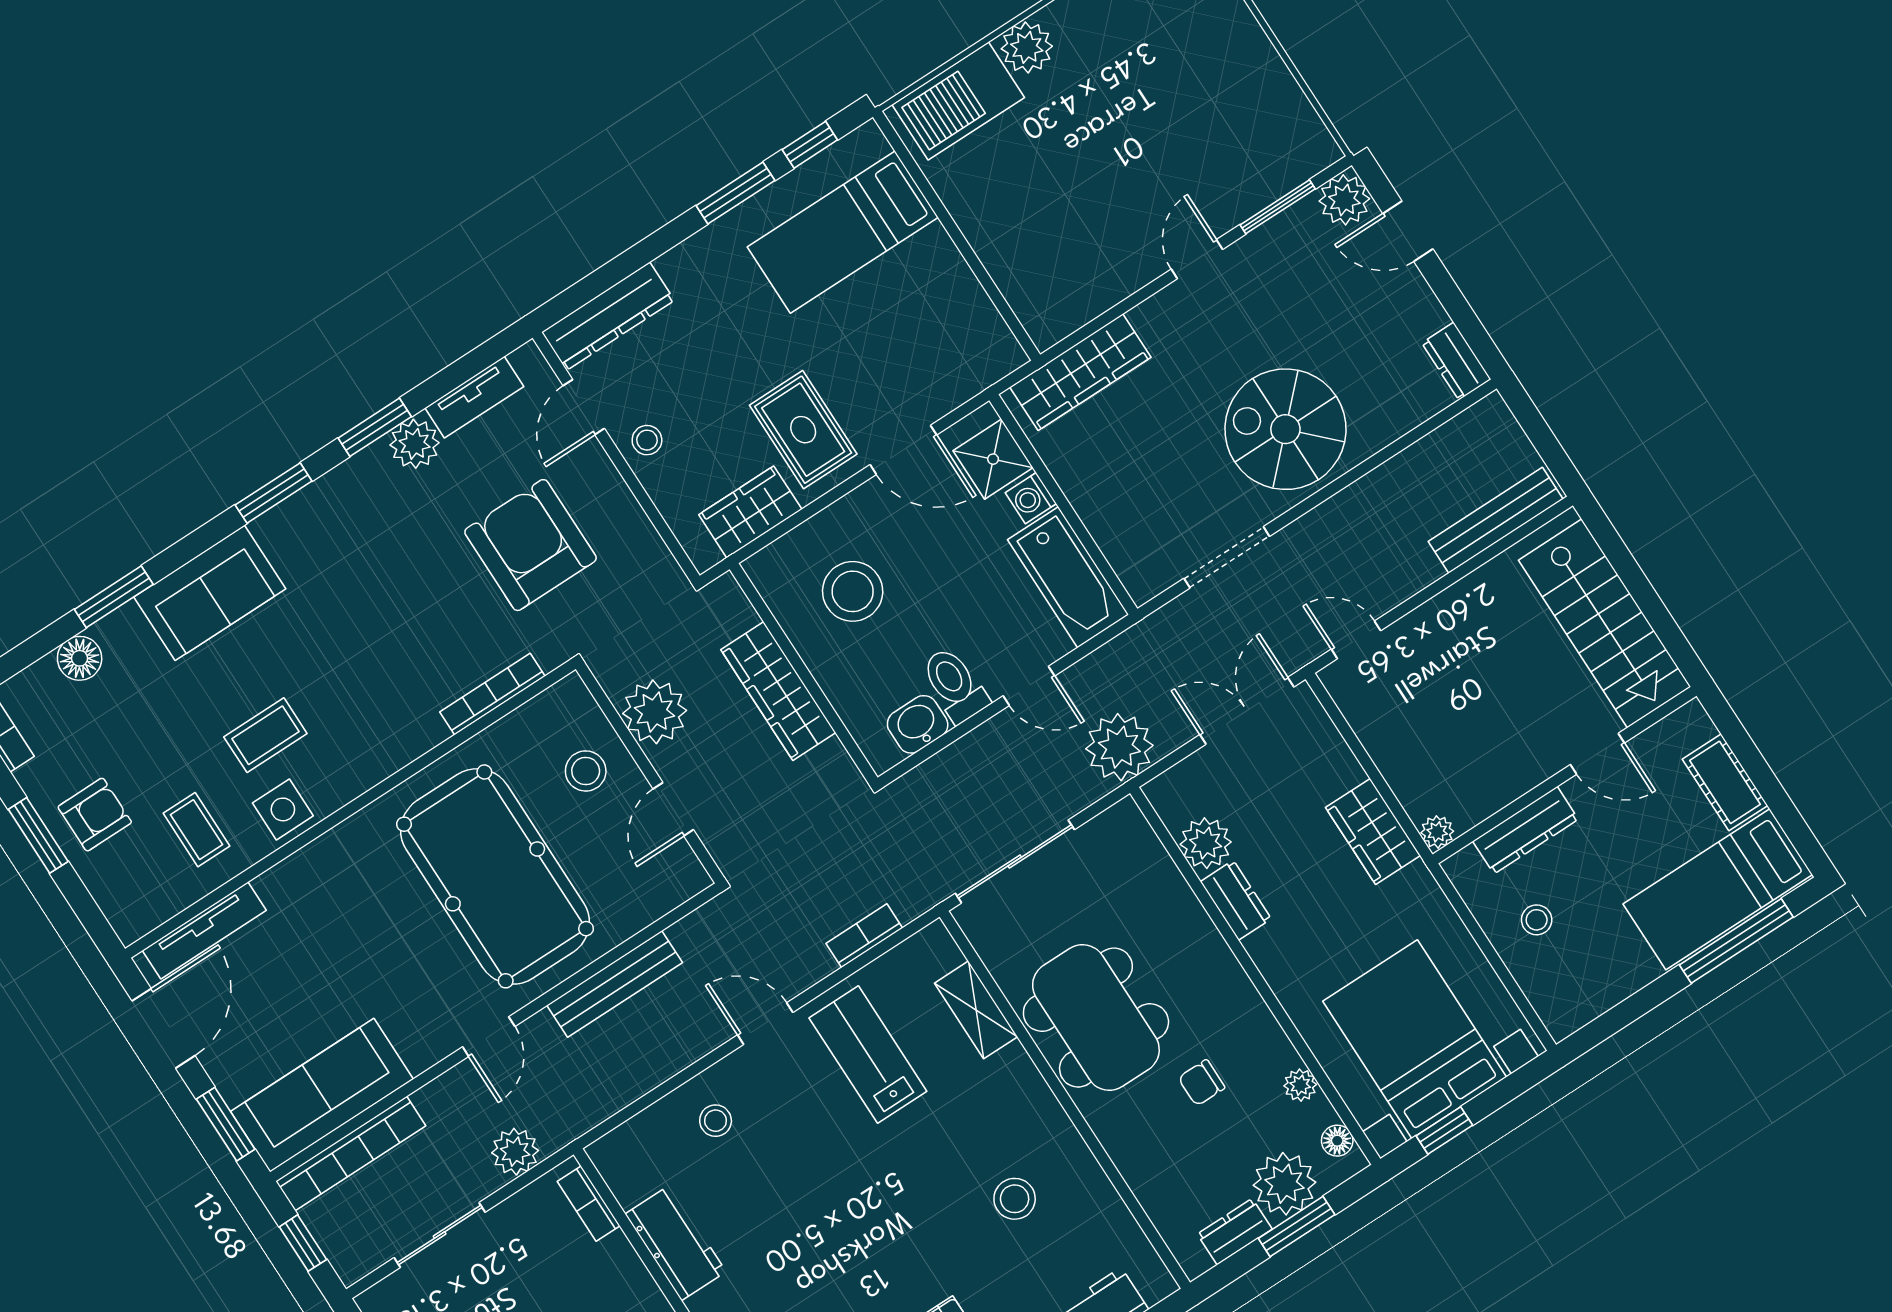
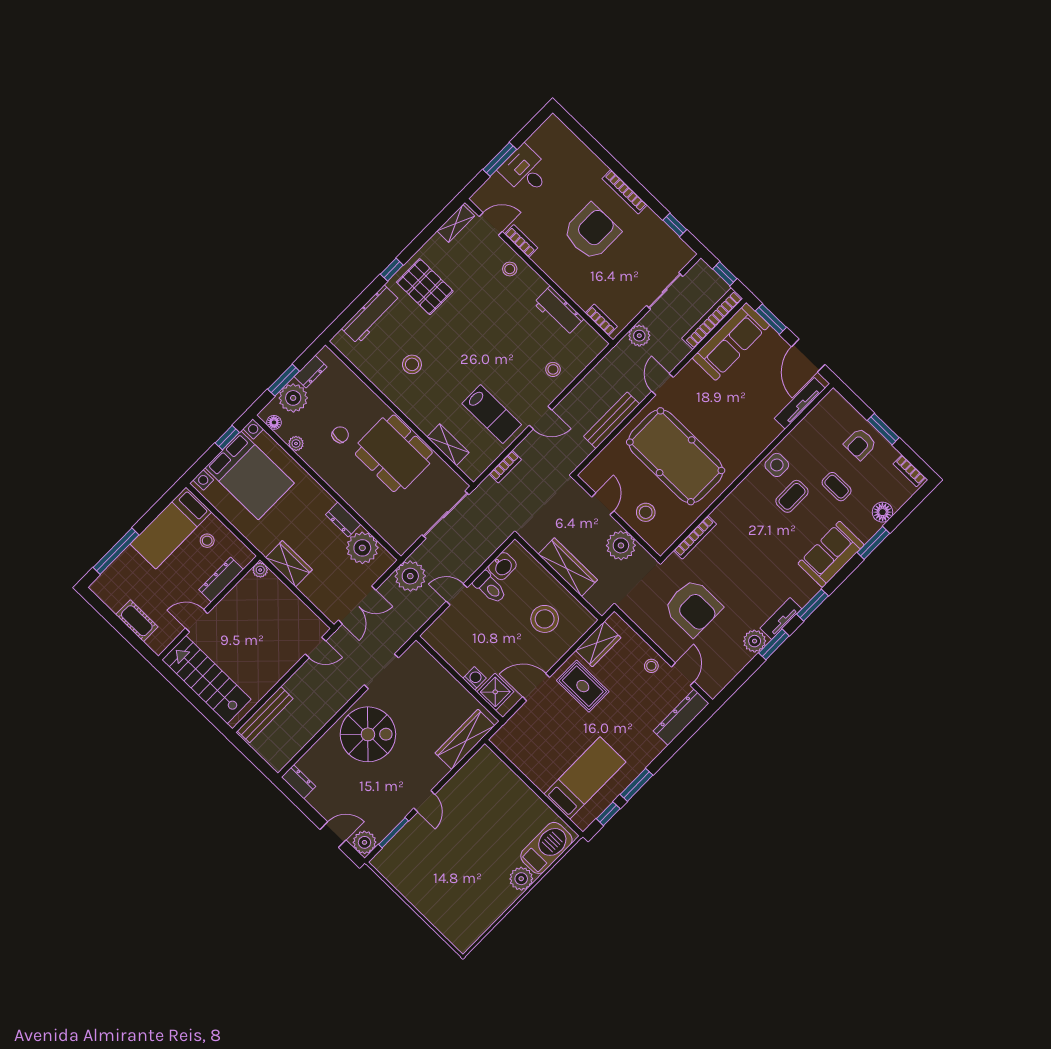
tv unit: (474, 397) -> (781, 619), moved
bathtub: (1068, 577) -> (450, 647), removed
coffee table: (196, 830) -> (837, 487), moved
plant: (1206, 843) -> (362, 548), width x1.36, depth x1.36
bed: (1718, 889) -> (171, 528), moved, turned 180

